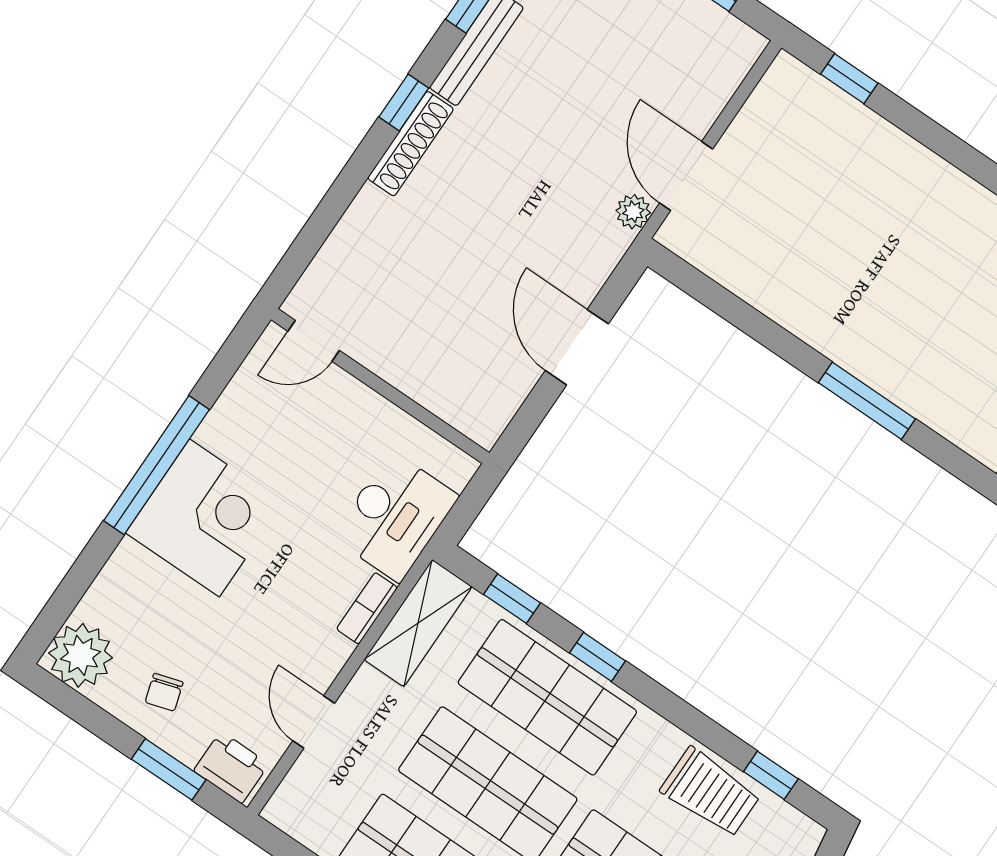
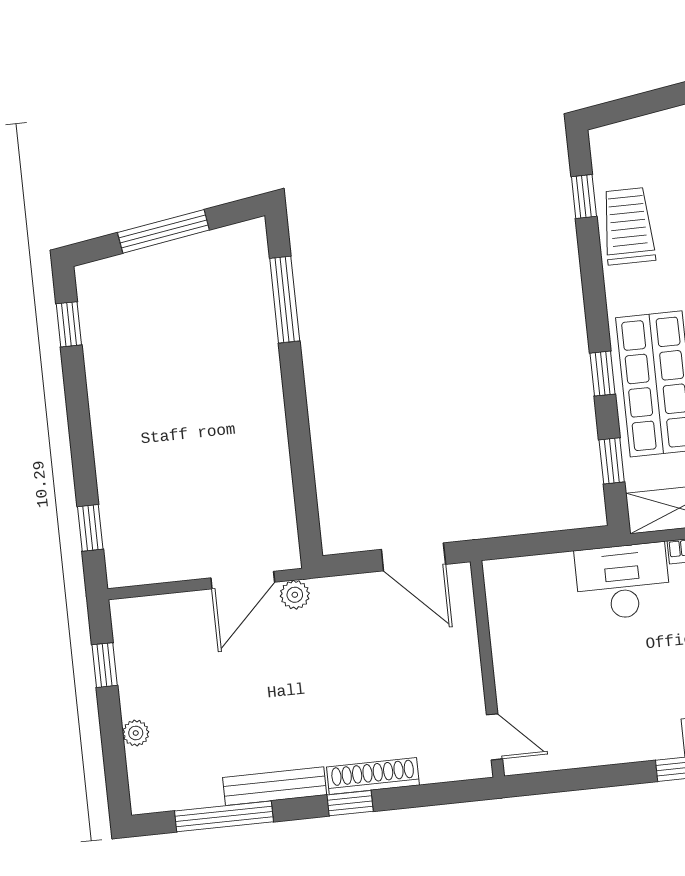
door: (314, 341) -> (494, 737), moved
door: (577, 347) -> (413, 557), hinge flipped
wall: (380, 386) -> (487, 669), moved
window: (867, 401) -> (285, 300), moved

